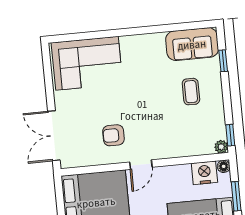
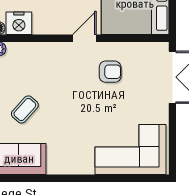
coffee table: (191, 92) -> (25, 109), turned 42

